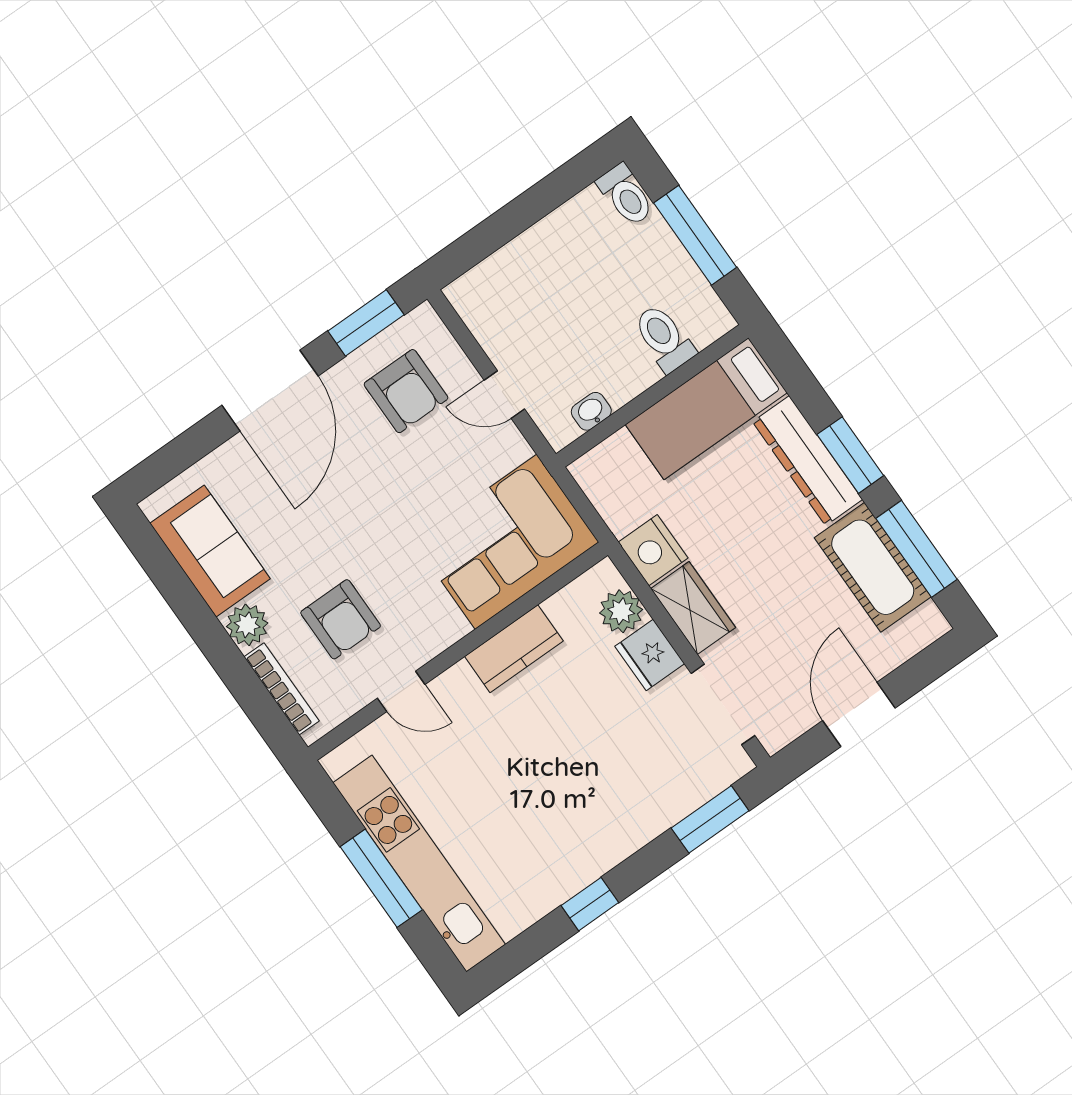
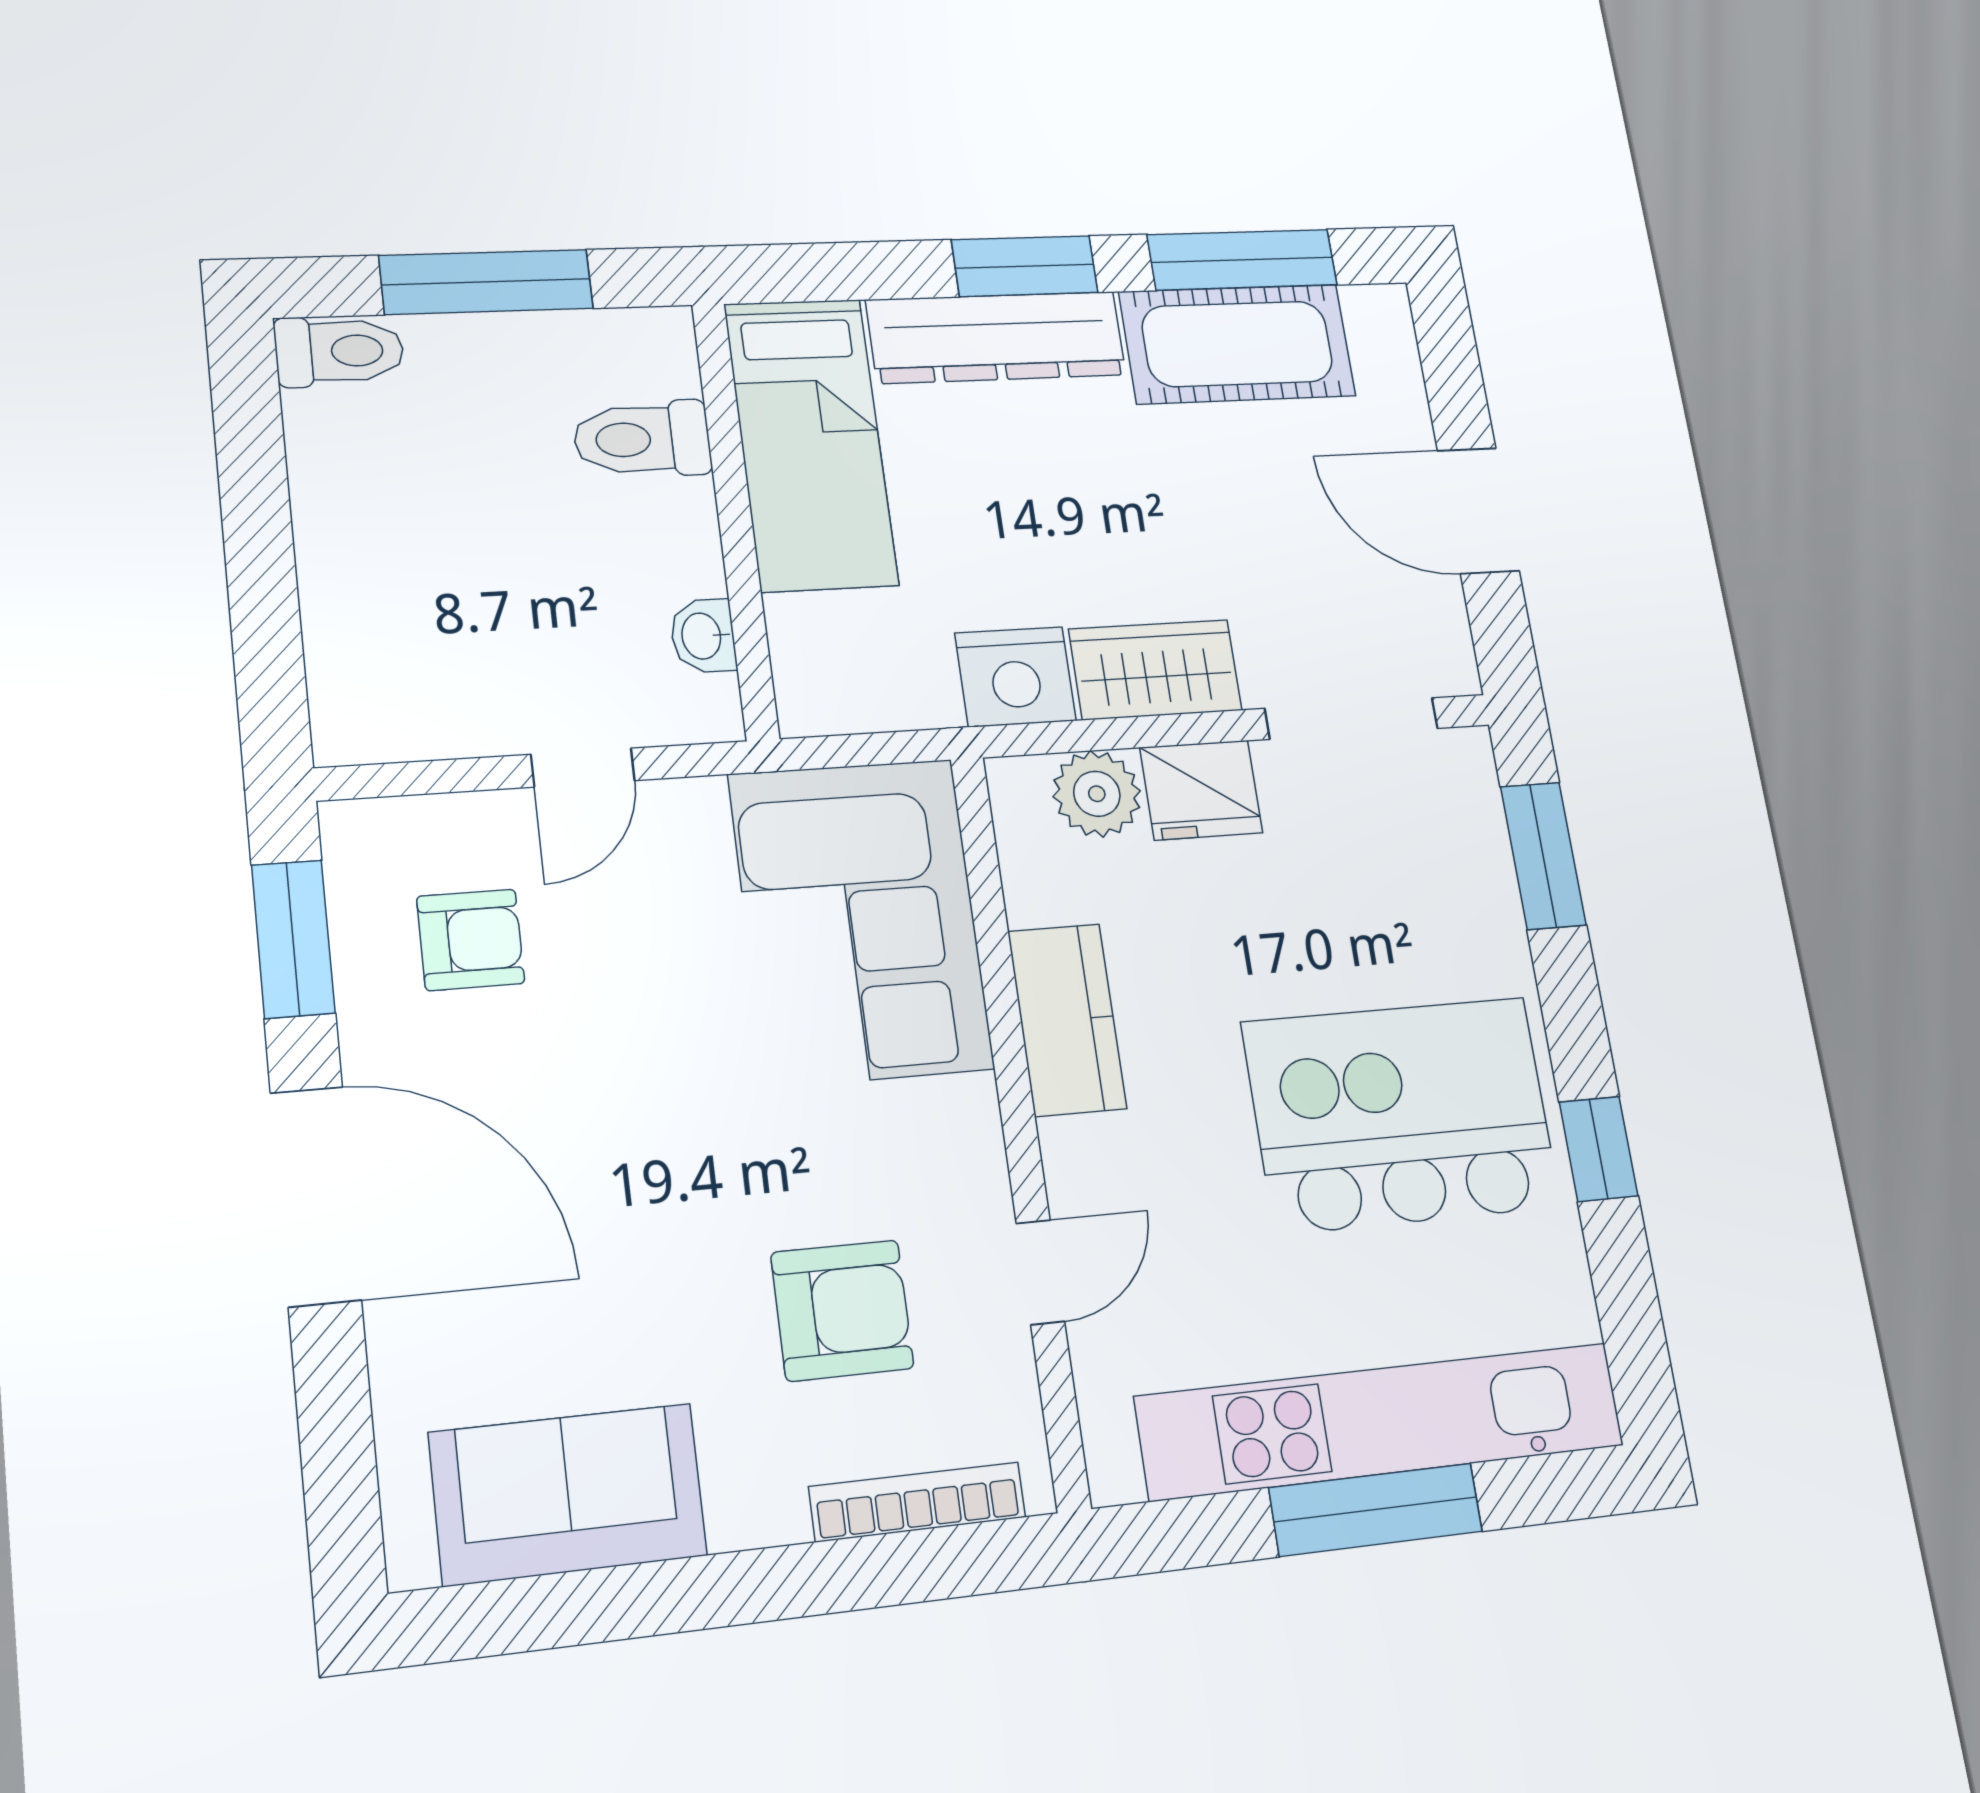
armchair: (406, 391) -> (471, 940), width x0.72, depth x0.72
plant: (247, 625) -> (756, 1501), removed
kitchen island: (555, 811) -> (1401, 1115), added

